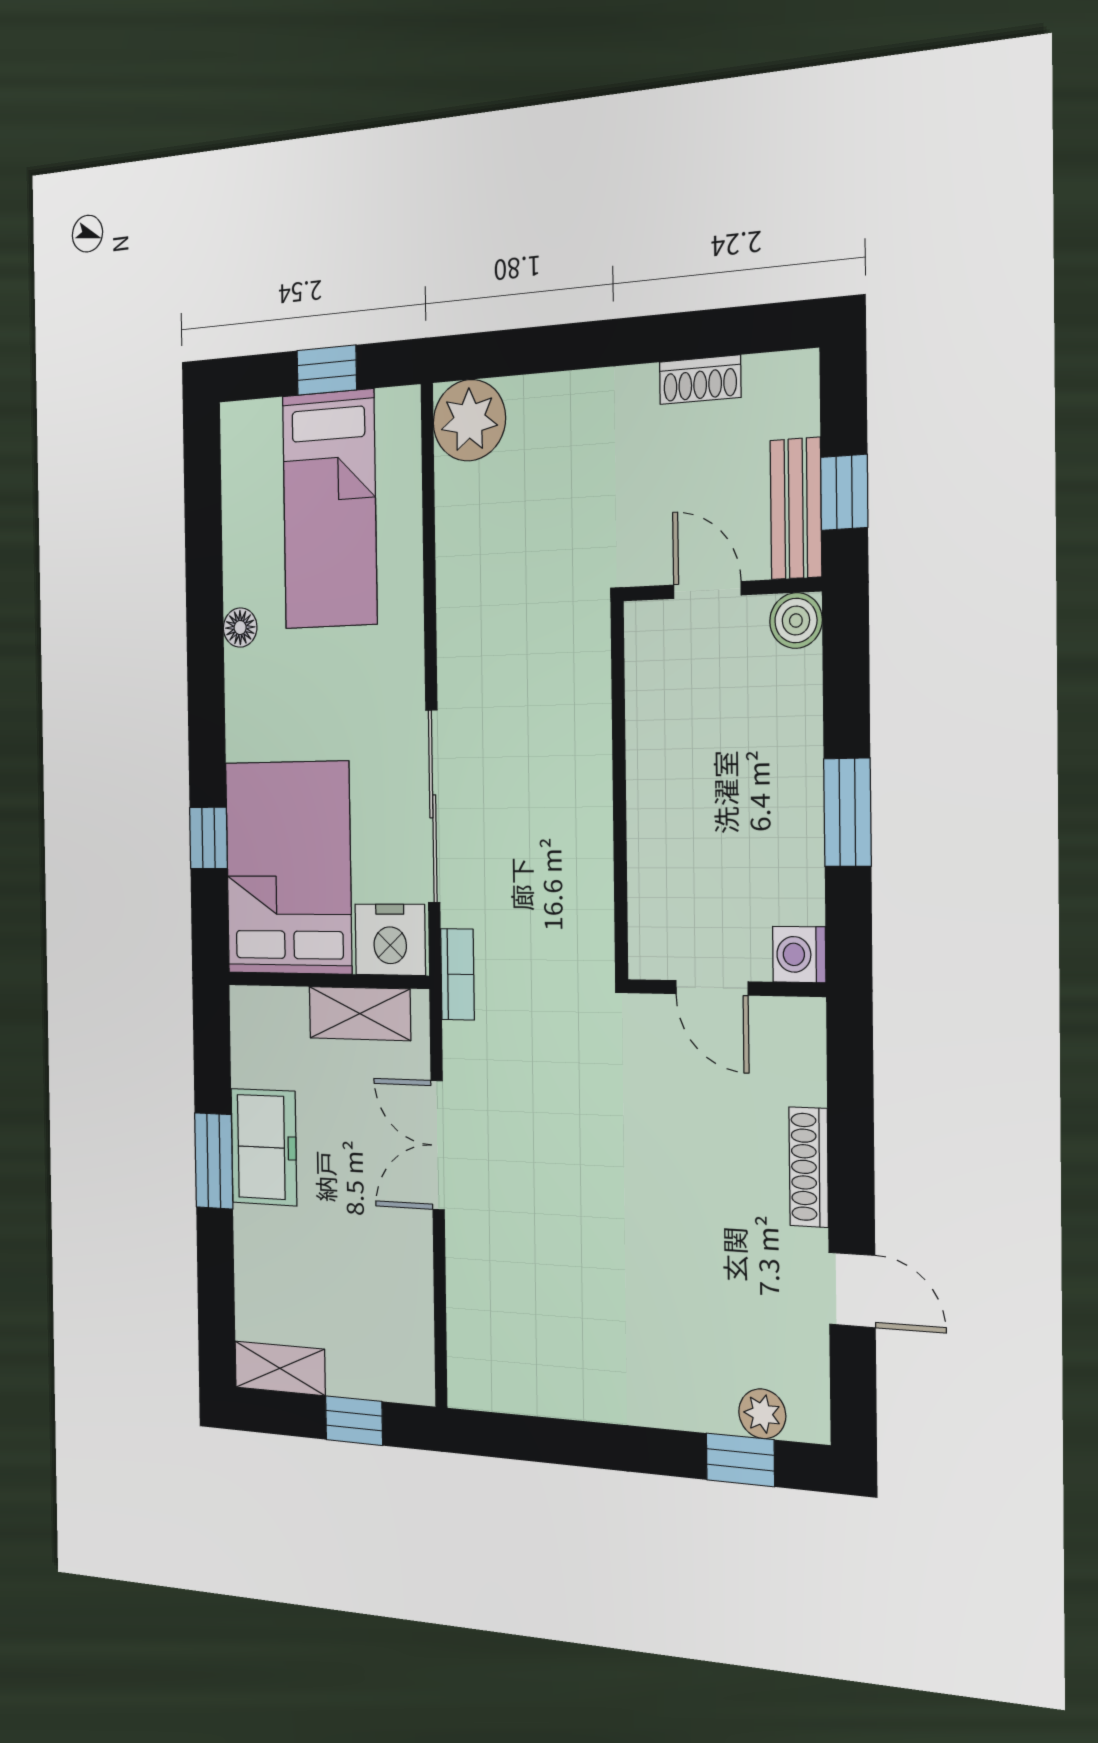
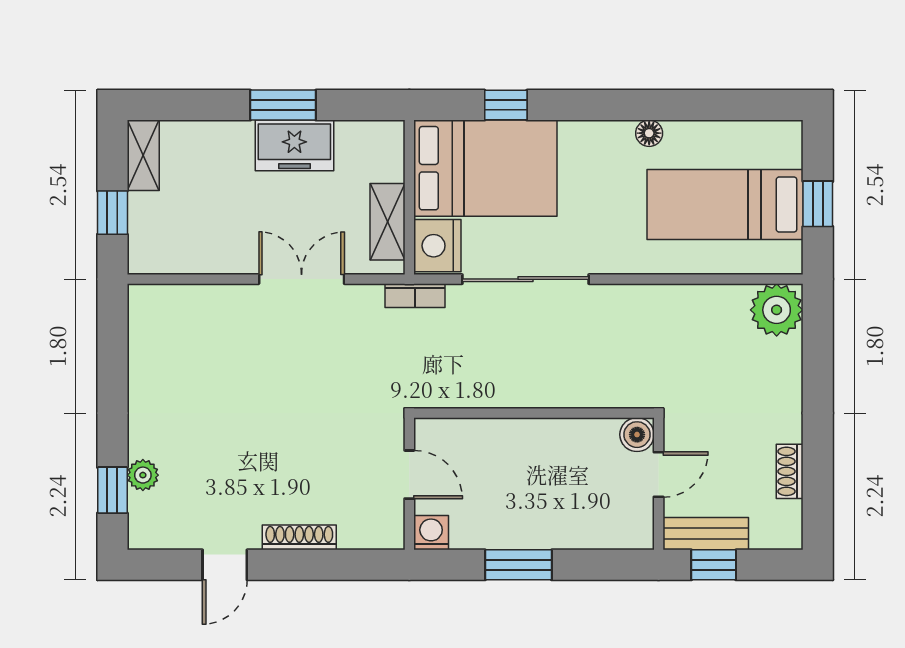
boiler: (796, 621) -> (637, 435), moved
door: (712, 988) -> (409, 475), swing flipped
plant: (762, 1414) -> (143, 475), moved

